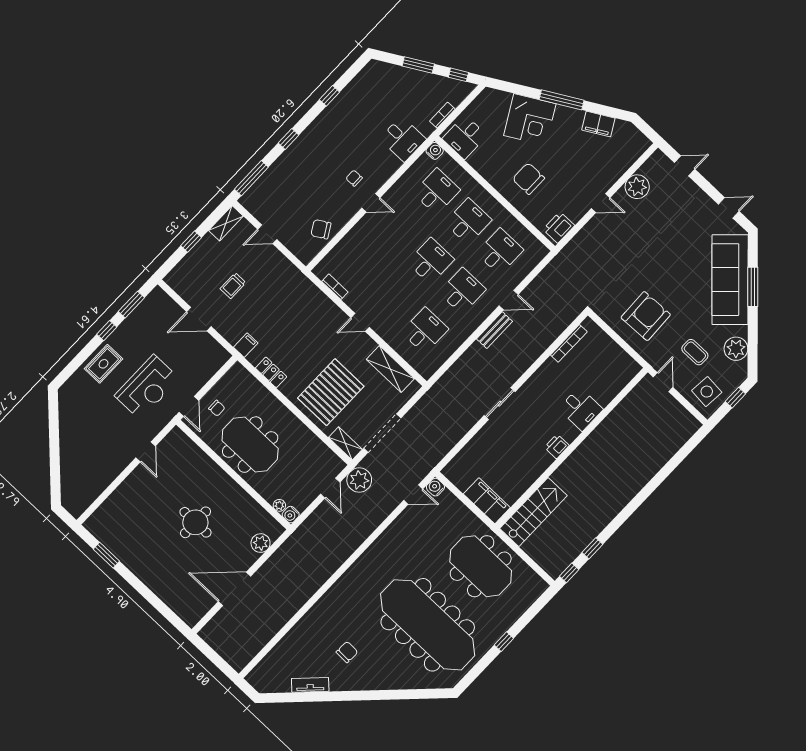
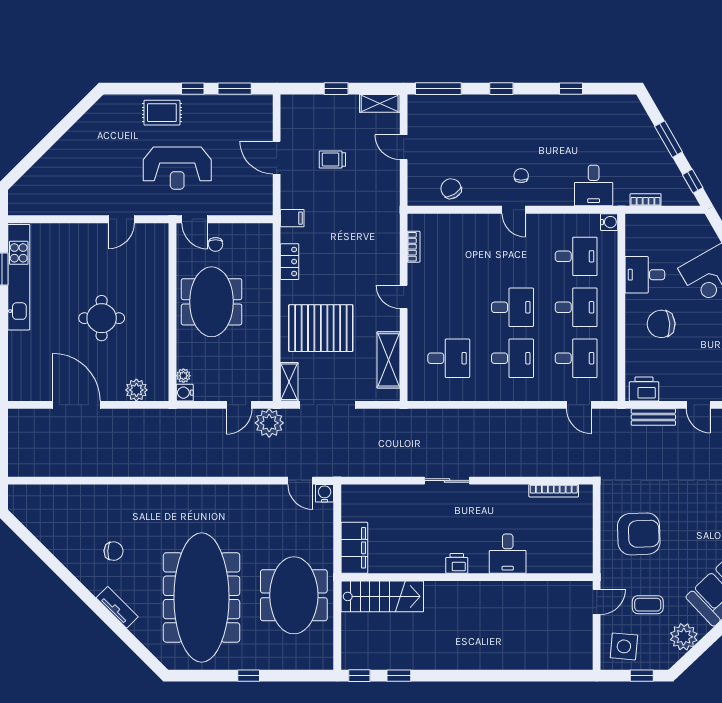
desk: (465, 137) -> (645, 275), moved
chair: (529, 179) -> (661, 324), turned -94
door: (509, 300) -> (579, 405), moved
bench: (495, 330) -> (653, 417), moved
coffee table: (695, 352) -> (648, 605), turned 90
door: (189, 406) -> (195, 219), hinge flipped
kitchen unit: (121, 550) -> (19, 277), added
tv unit: (310, 685) -> (117, 607), moved

